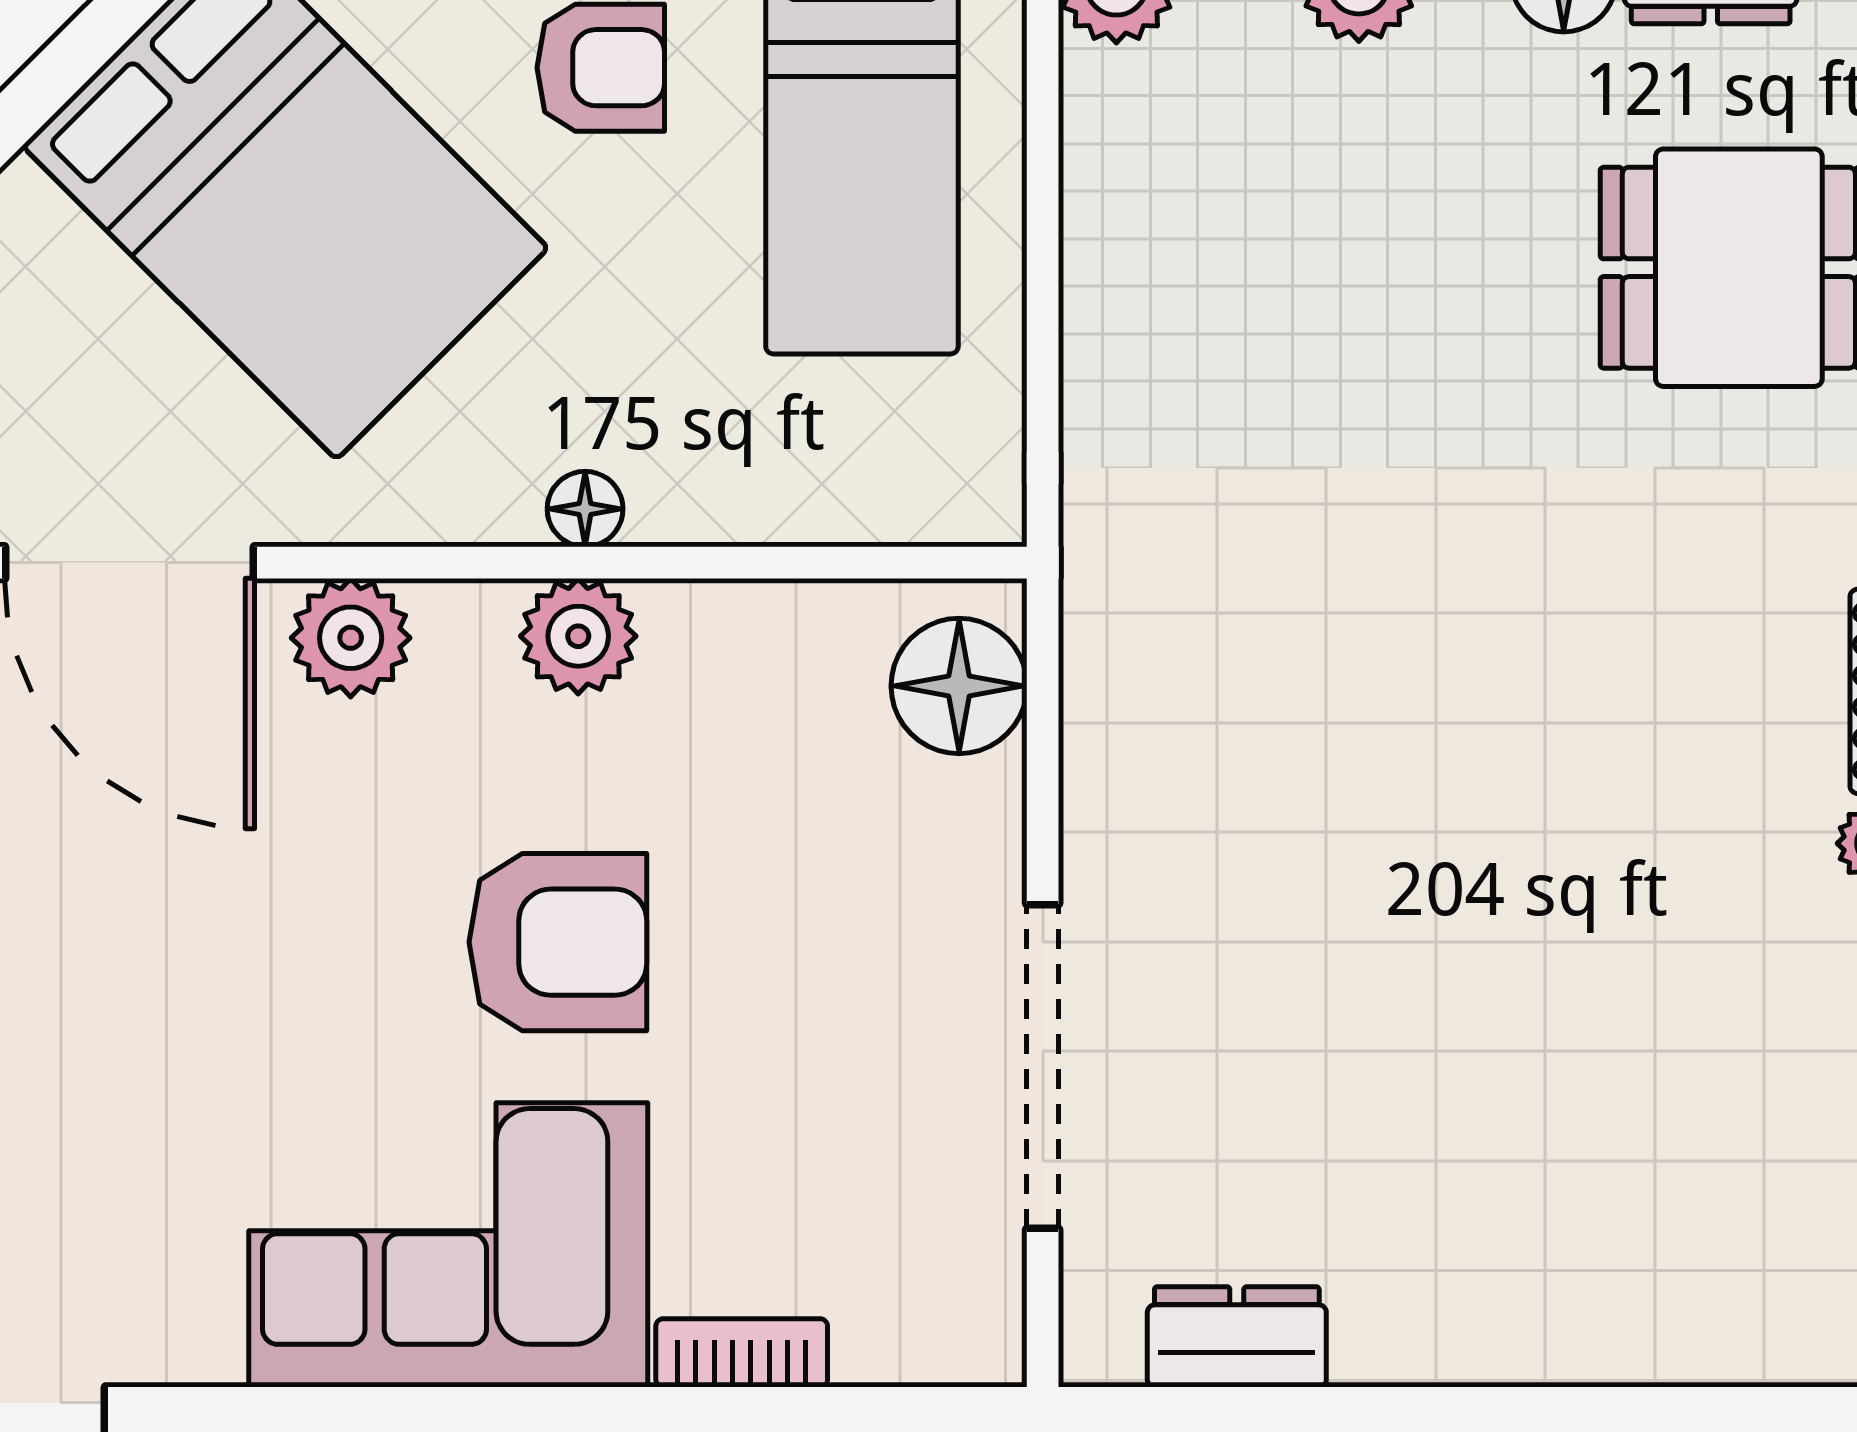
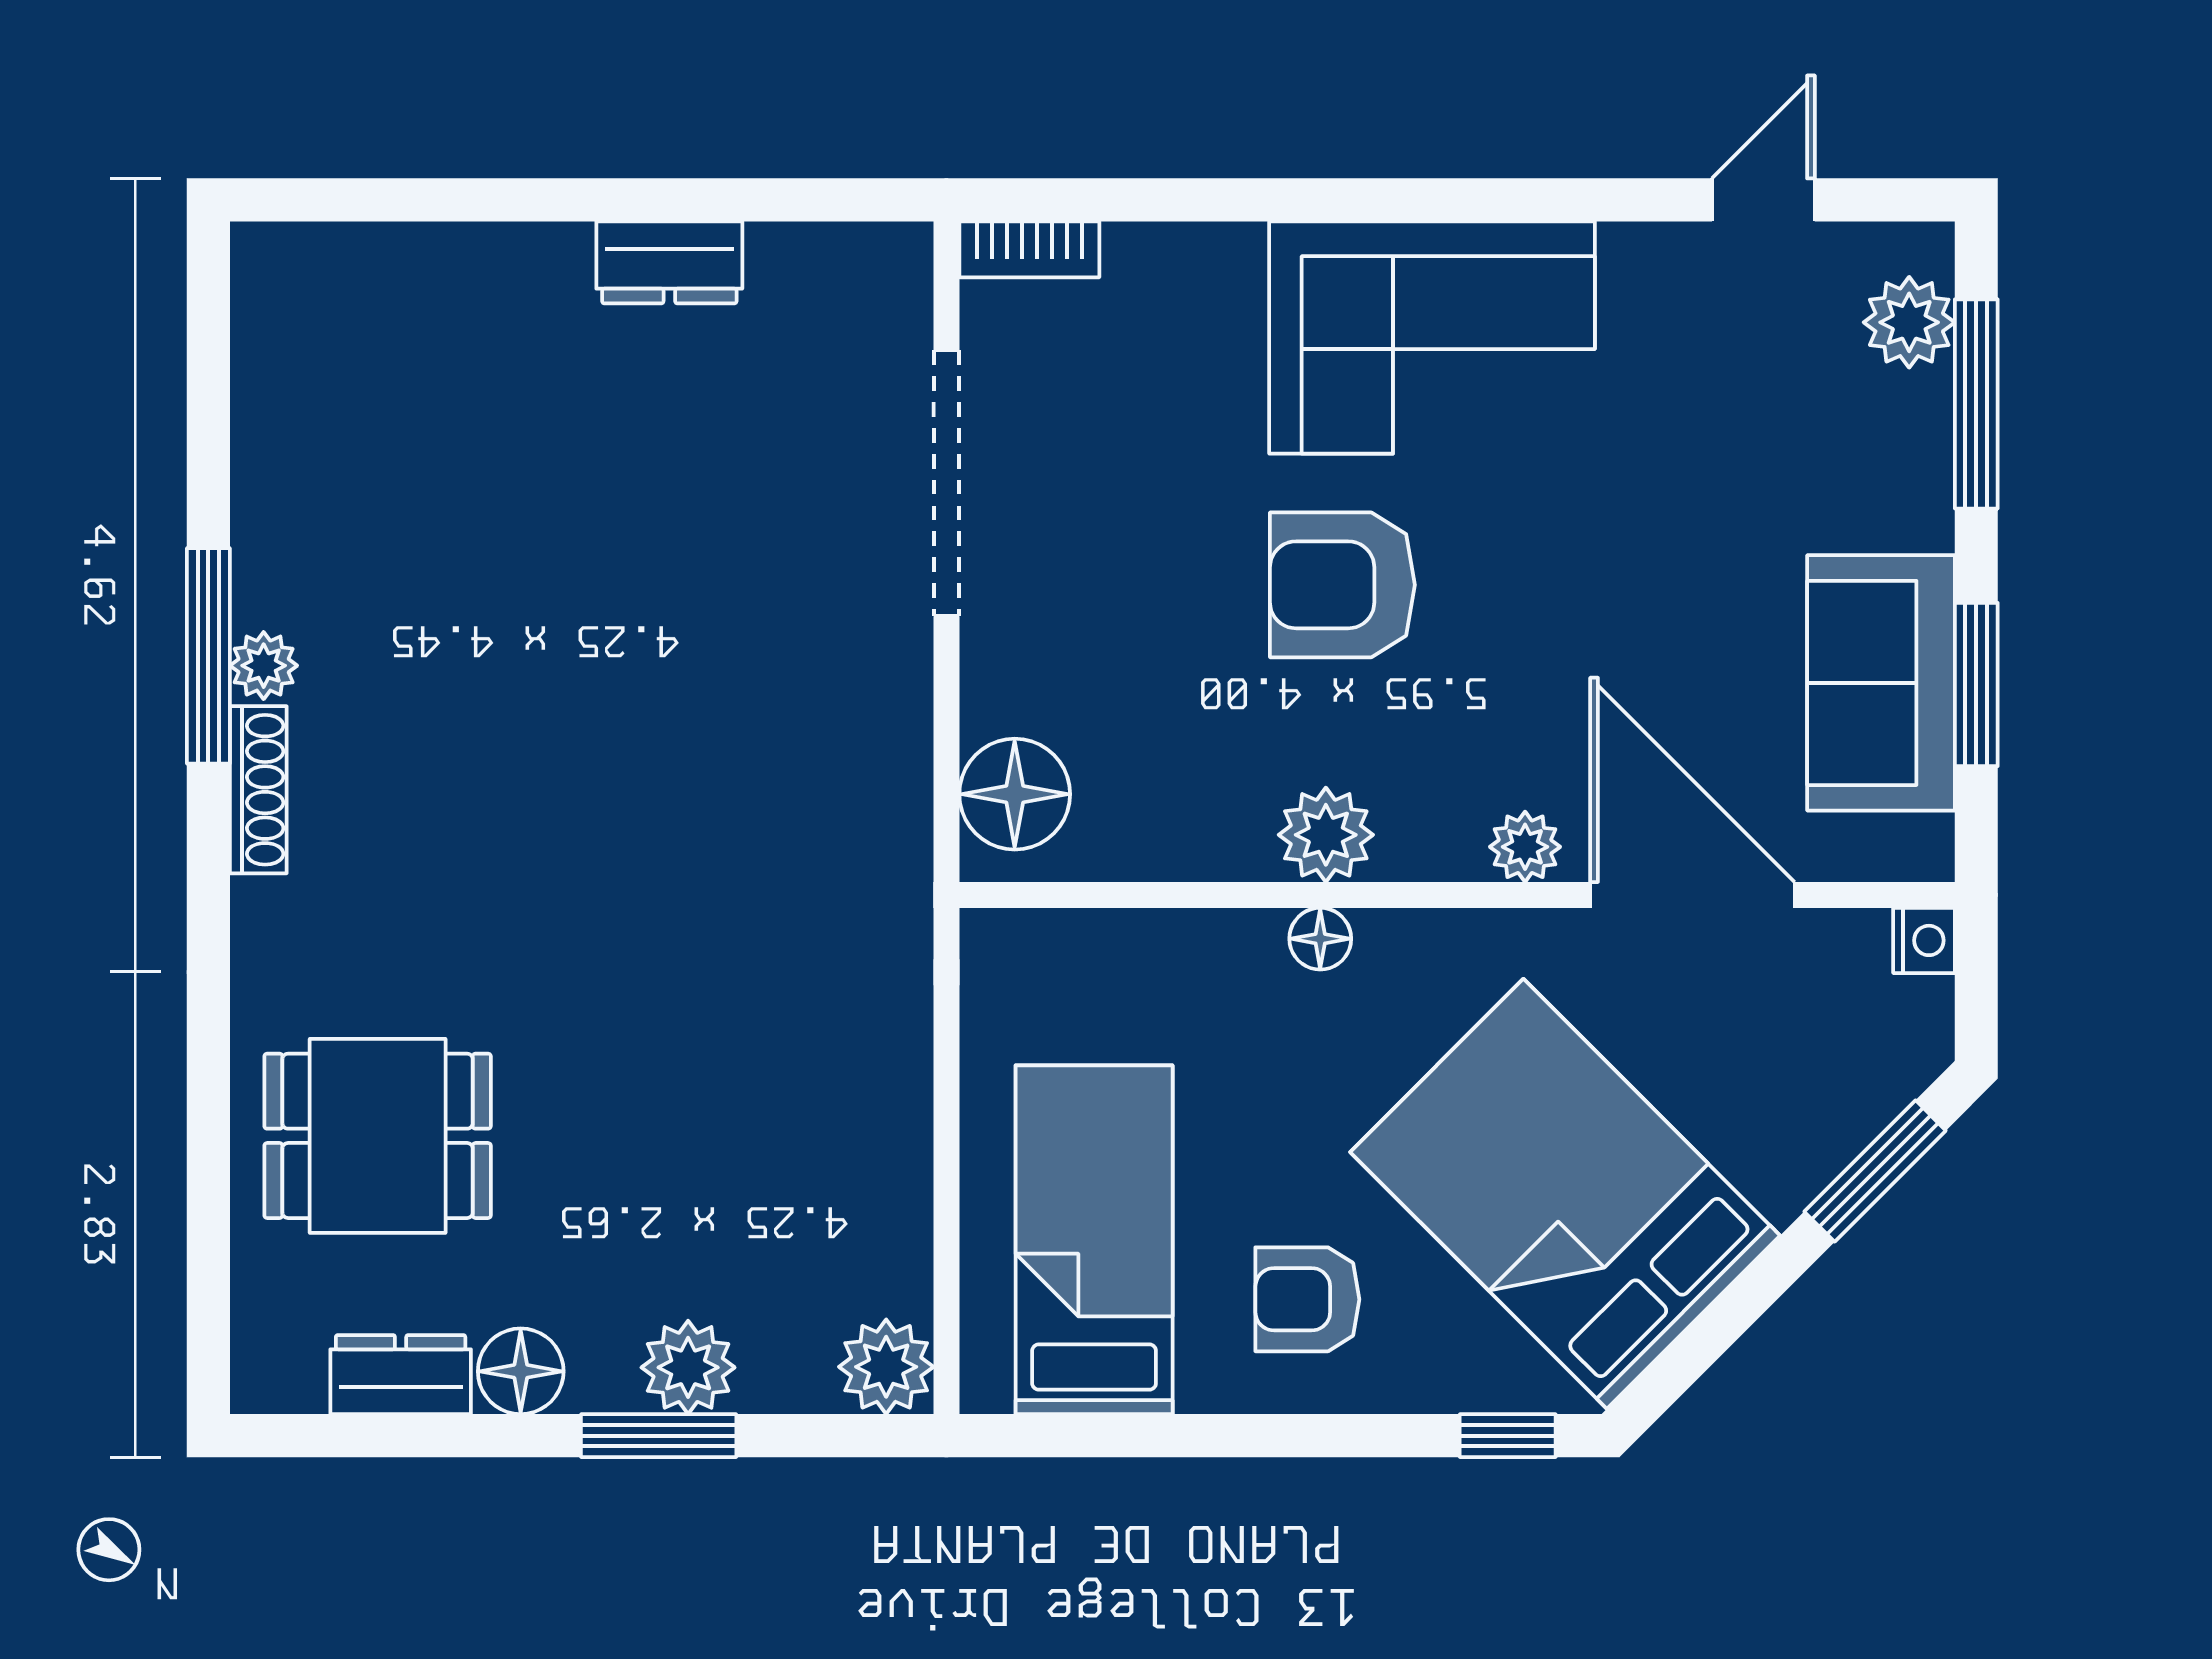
plant: (351, 638) -> (1525, 847), width x0.73, depth x0.73
dresser: (1237, 1337) -> (669, 262), moved
bookcase: (742, 1353) -> (1029, 249), moved

